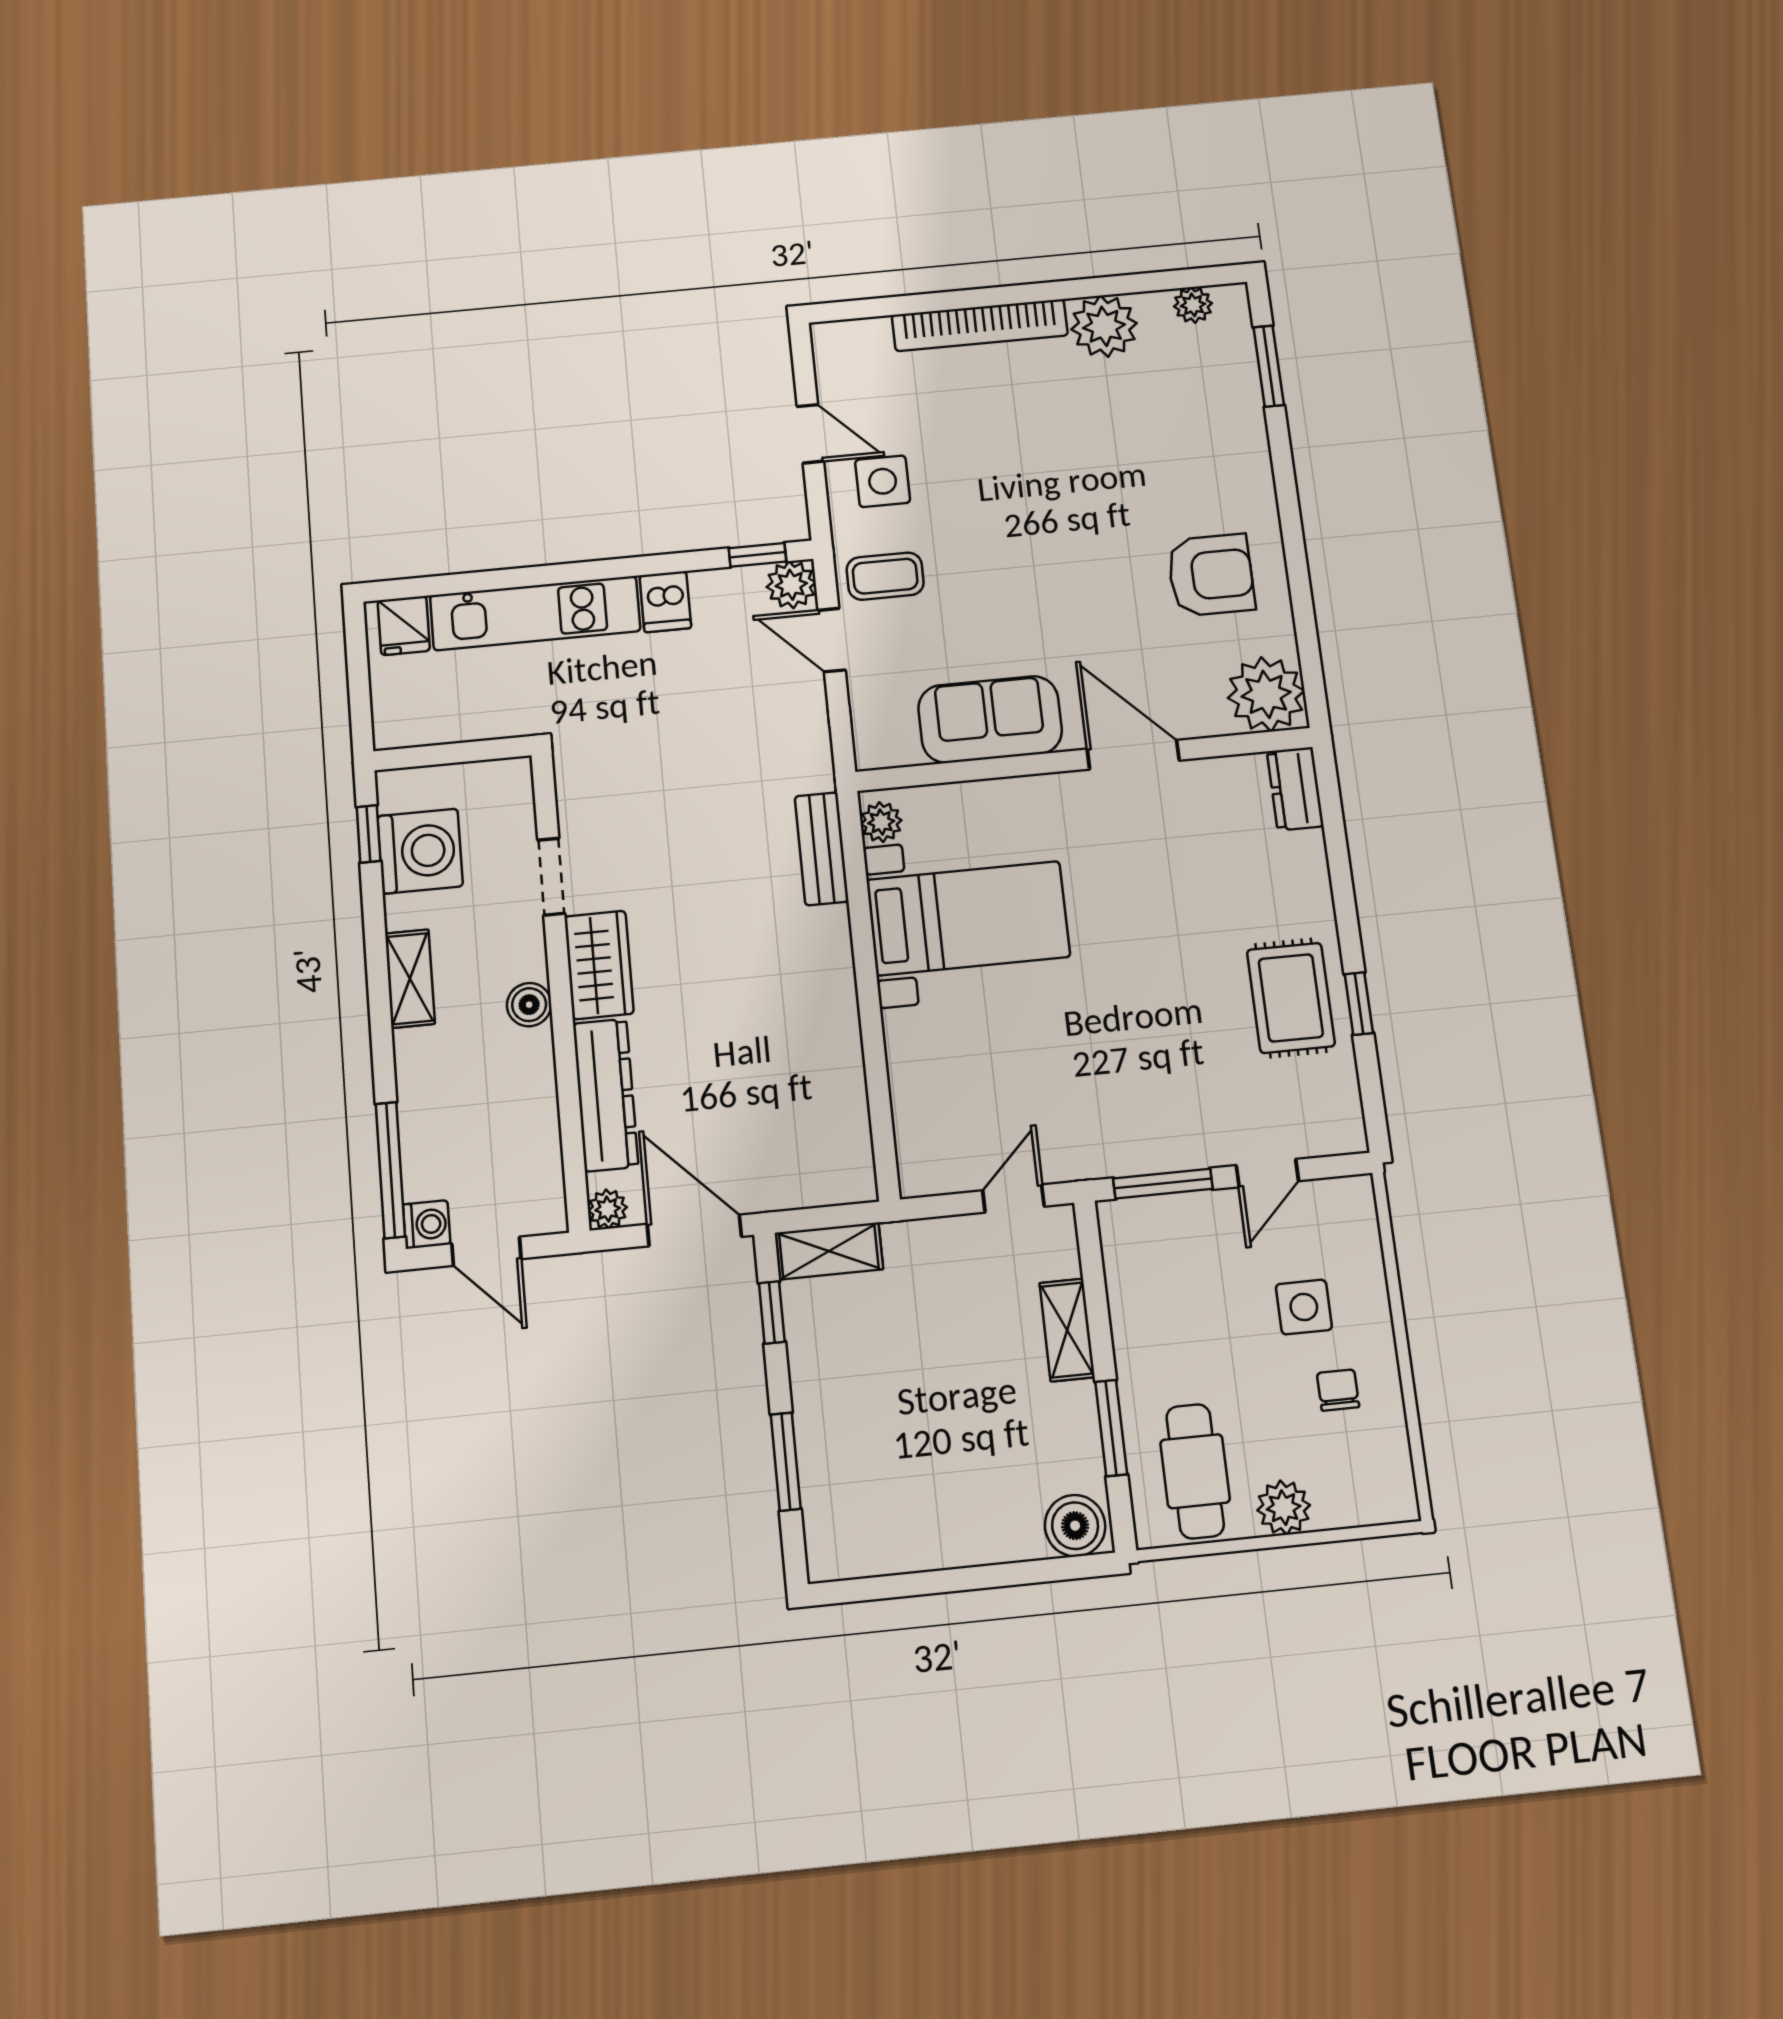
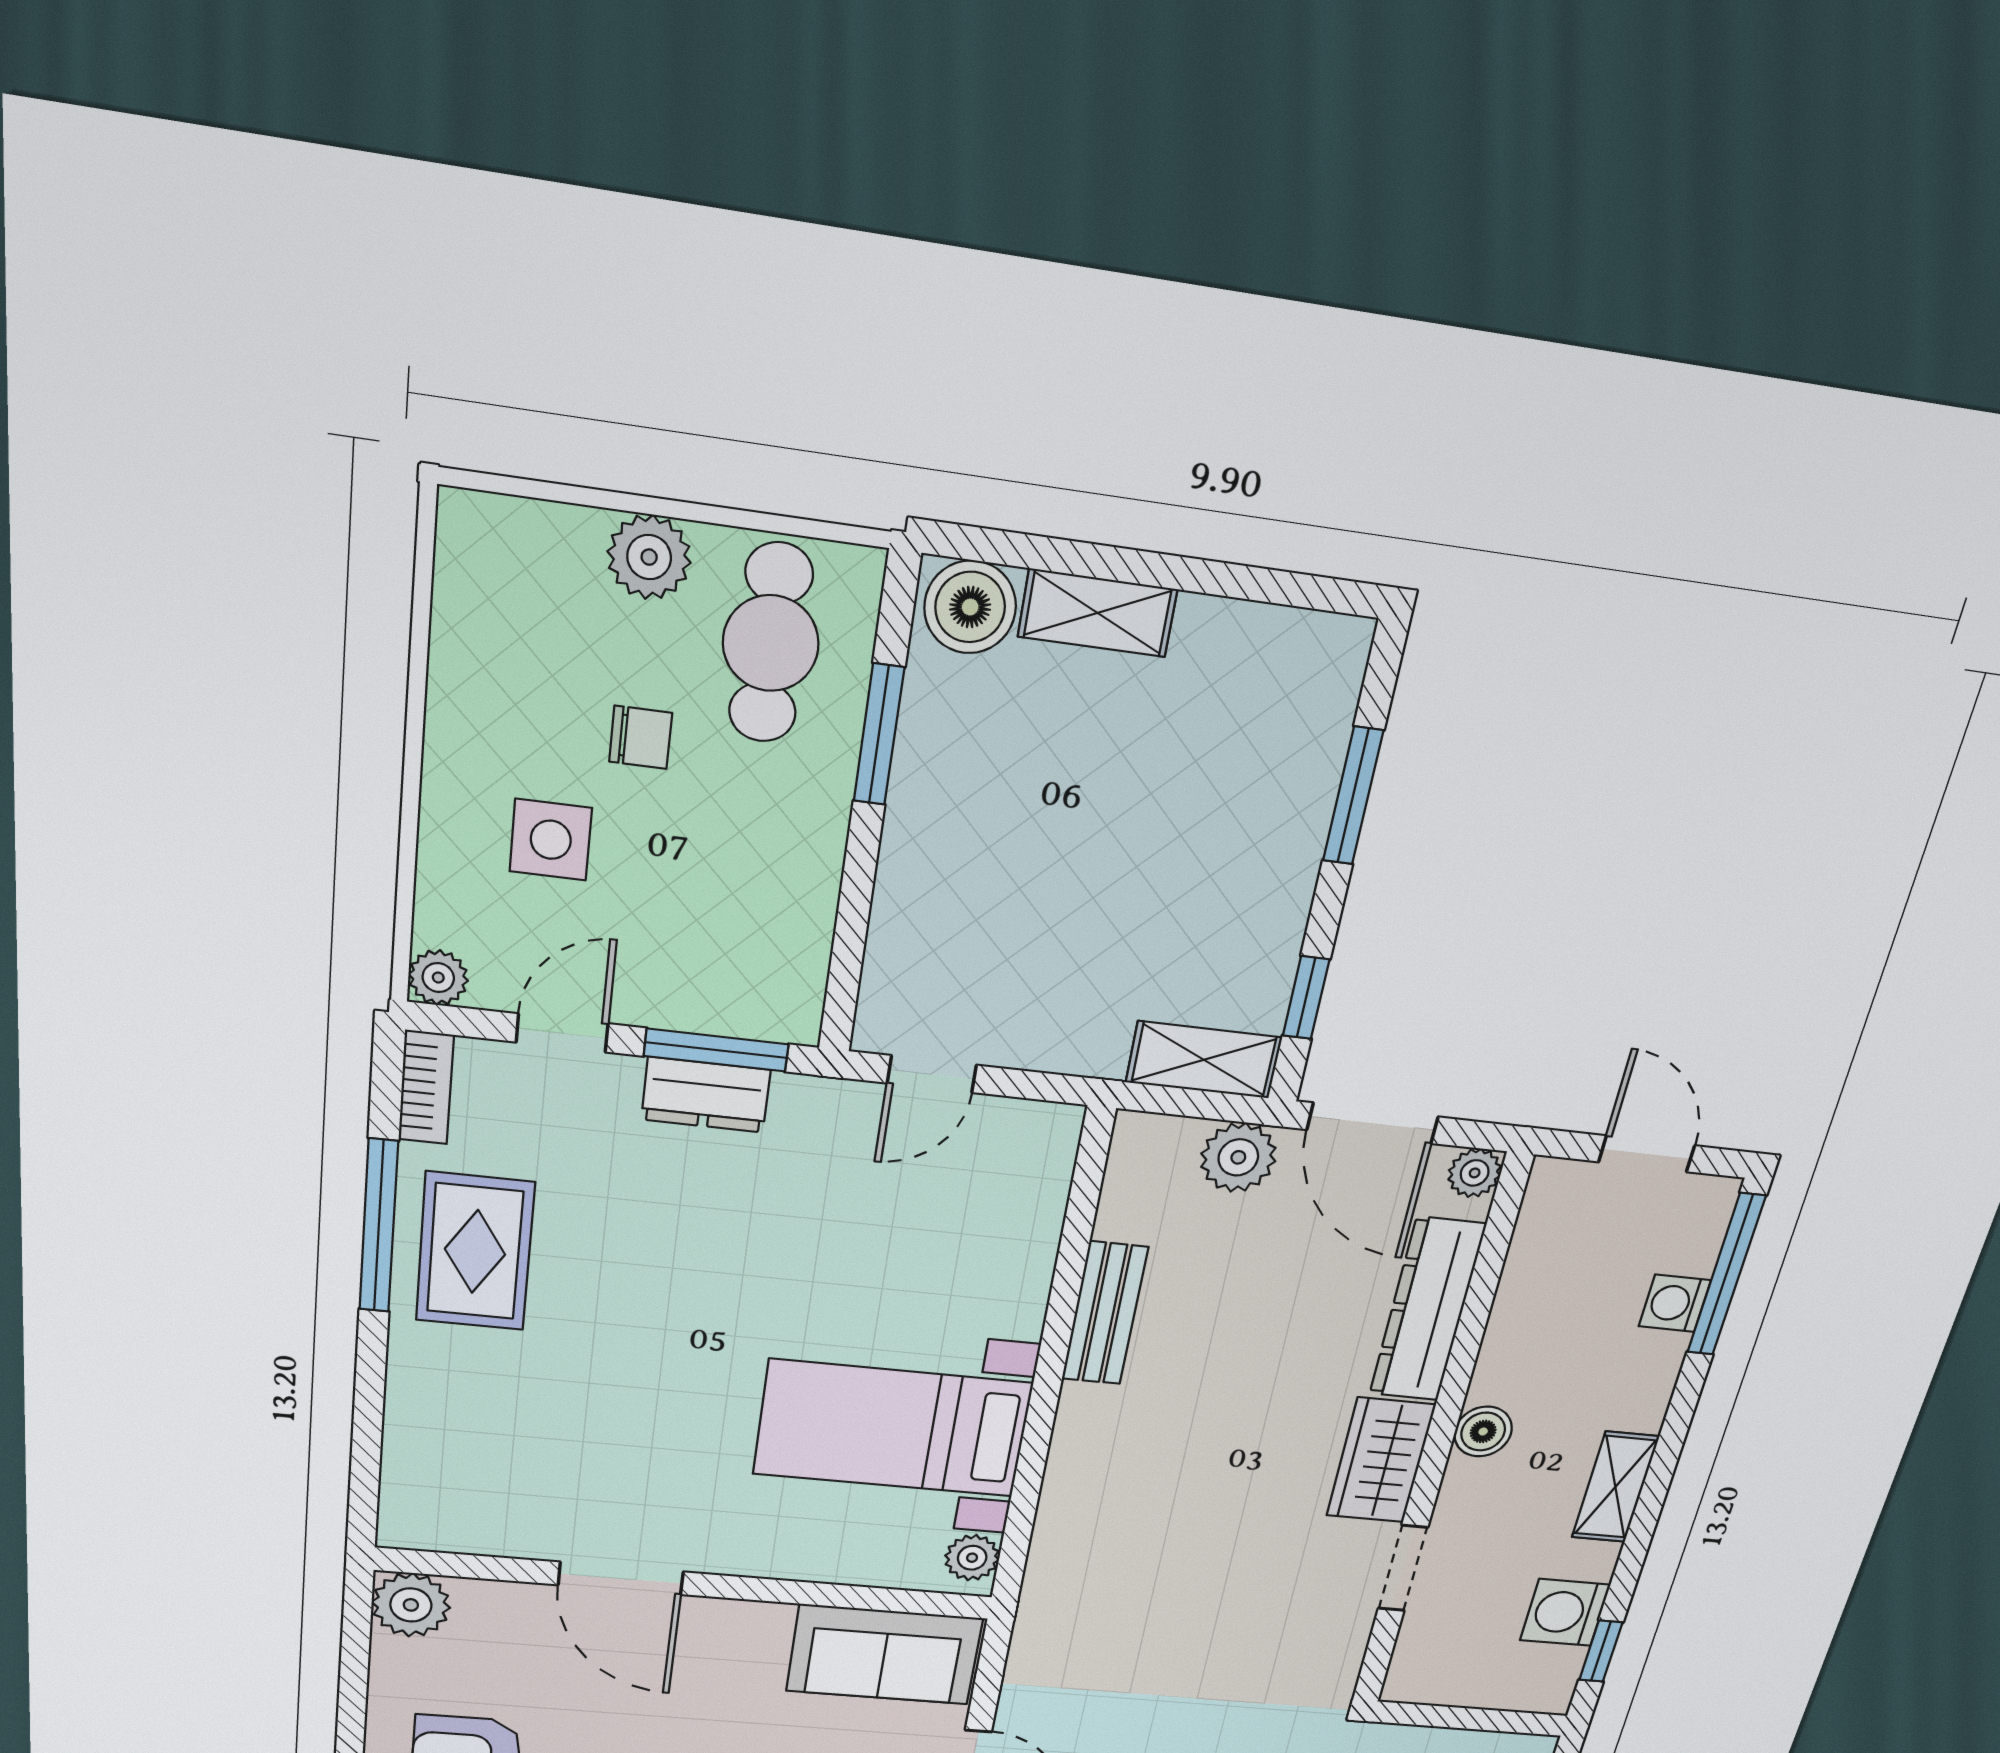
plant: (1266, 694) -> (411, 1605), width x0.73, depth x0.73
sofa: (990, 719) -> (884, 1655), moved
dresser: (1295, 789) -> (706, 1095), moved, turned 90
bench: (822, 849) -> (1105, 1313), moved
washing machine: (420, 851) -> (1565, 1612), width x0.73, depth x0.73
window: (1359, 1004) -> (379, 1226), width x2.17
bookcase: (1348, 1114) -> (426, 1087), added
plant: (782, 1184) -> (1238, 1157), added
plant: (1356, 1195) -> (438, 978), added
washing machine: (427, 1224) -> (1675, 1303), moved
shelving: (1067, 1330) -> (1098, 613), moved, turned 90
chair: (1338, 1390) -> (641, 737), moved, turned -90

